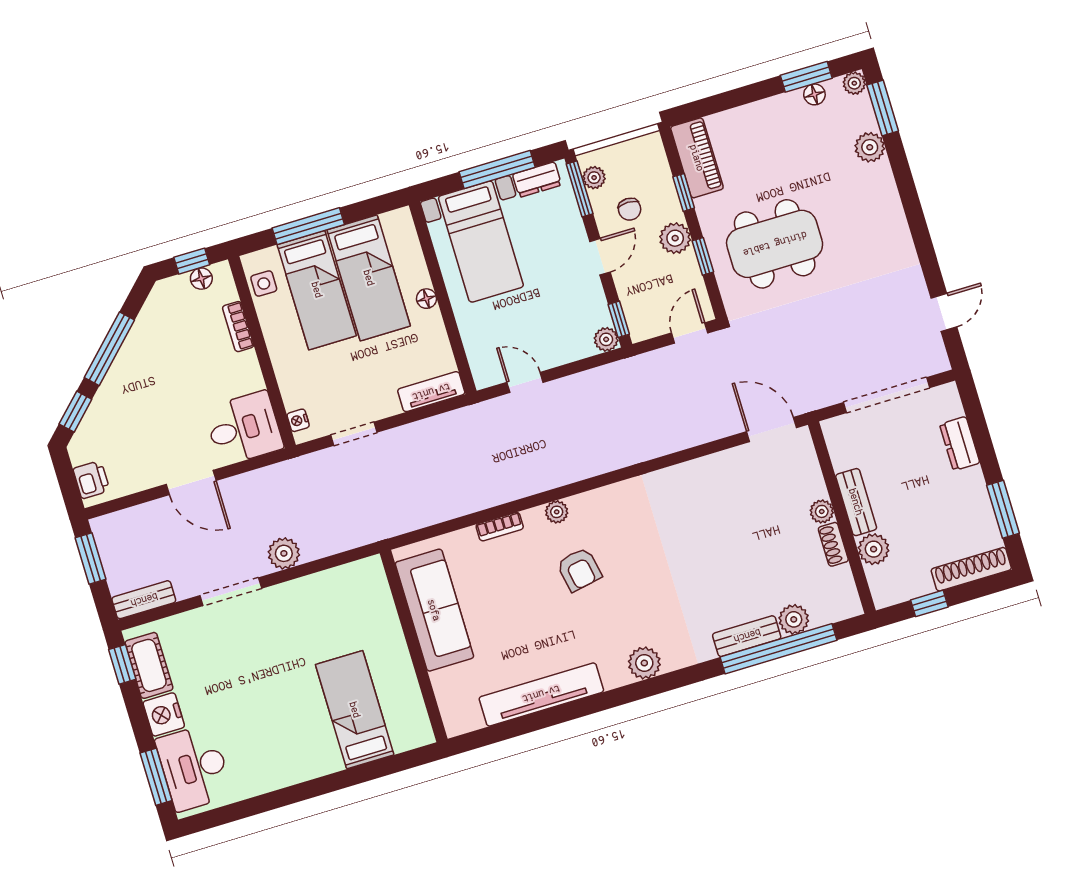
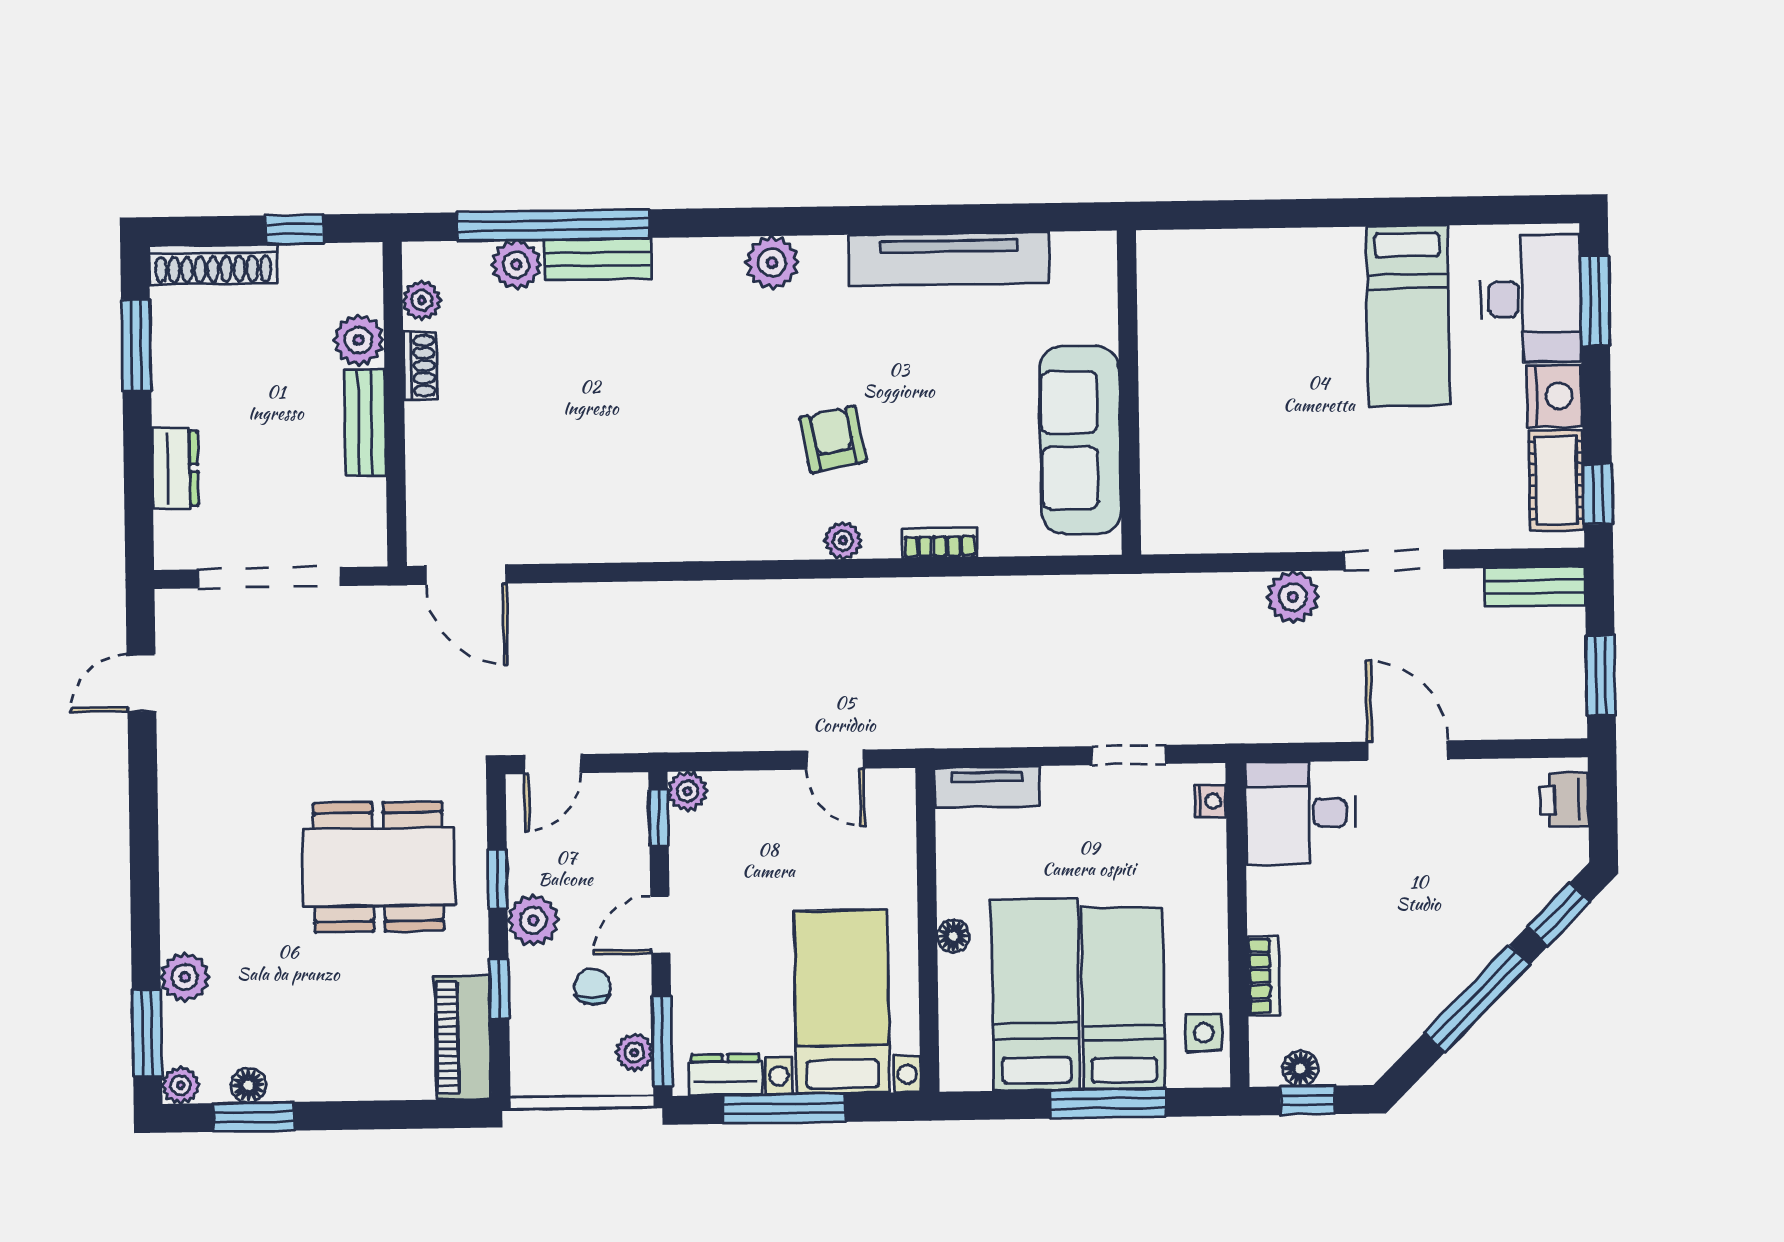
plant: (822, 511) -> (422, 300), moved
bed: (355, 710) -> (1408, 316), moved

